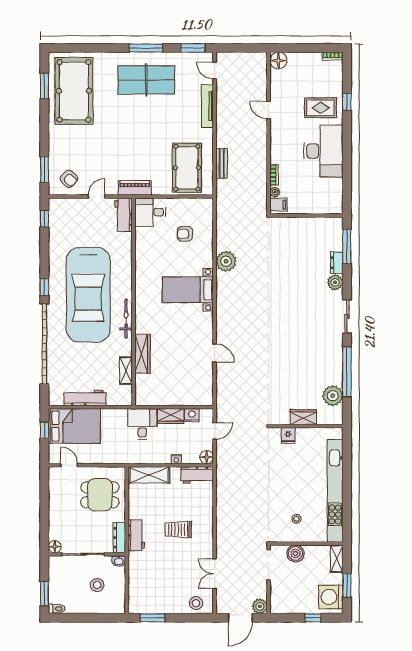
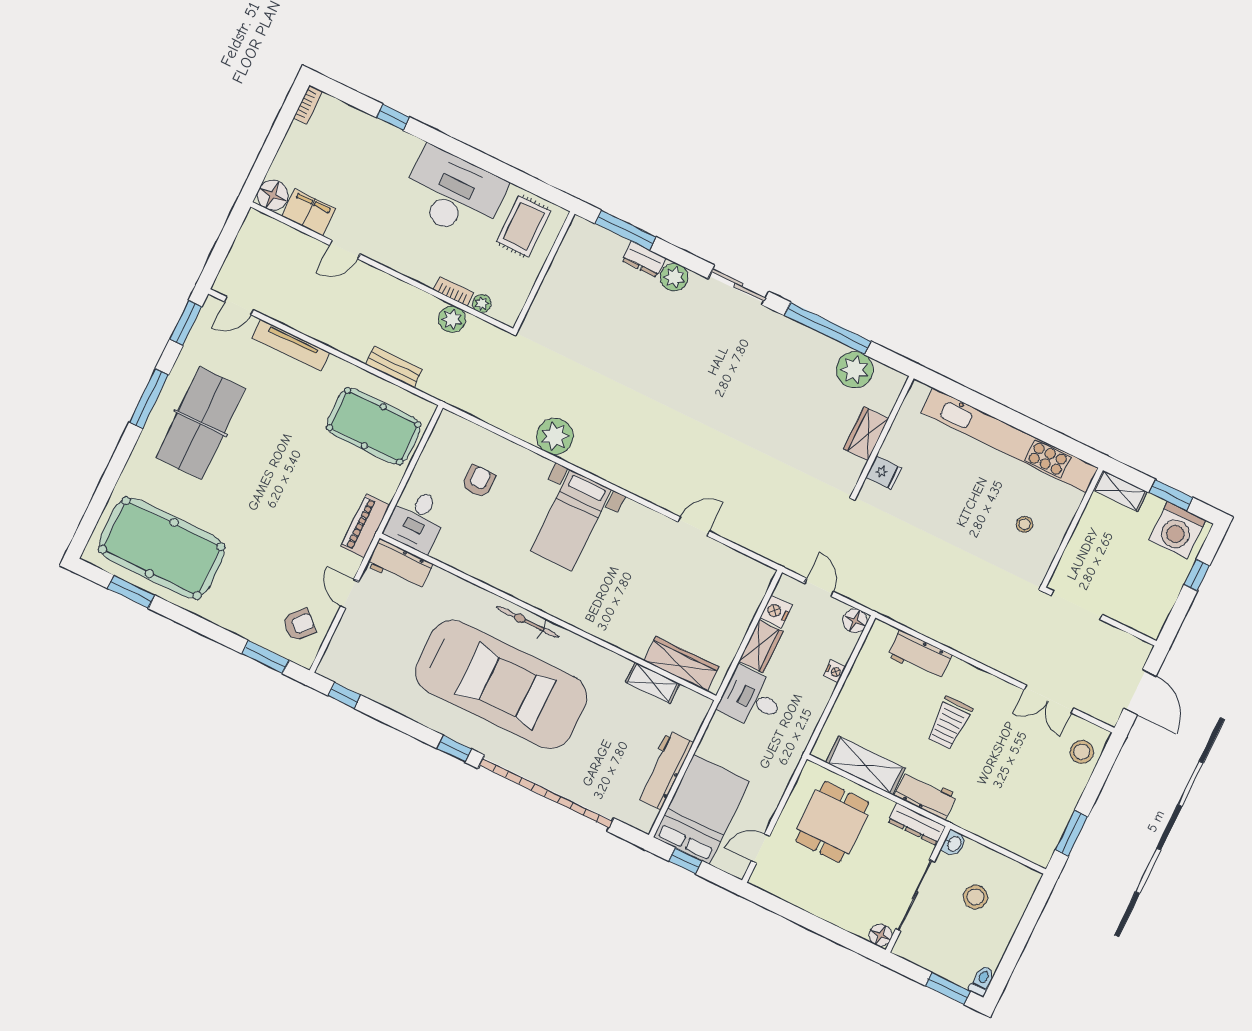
rug: (320, 108) -> (524, 226), moved
filing cabinet: (278, 205) -> (309, 213), moved, width x2.00
armchair: (185, 234) -> (479, 481), turned 180
bicycle: (126, 319) -> (527, 622), moved
wardrobe: (142, 354) -> (681, 664), moved
shelving: (149, 475) -> (865, 765), moved, turned 90
workbench: (197, 475) -> (920, 656), moved, turned 90
boiler: (295, 553) -> (1080, 553), removed
plant: (260, 606) -> (452, 319), moved

